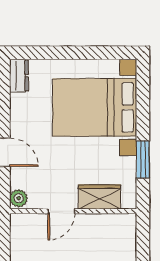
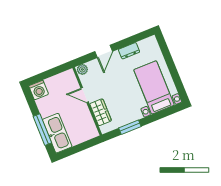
dresser: (19, 76) -> (129, 51), moved
bed with nightstands: (95, 107) -> (154, 87), width x0.73

